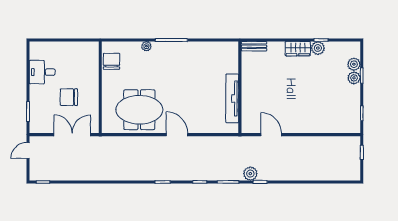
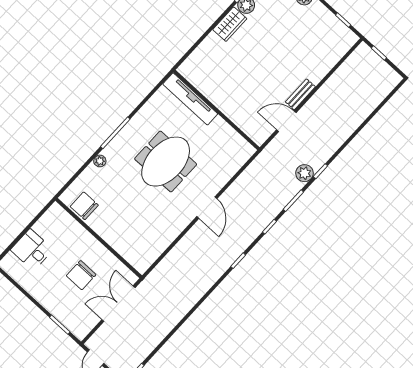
bench: (254, 46) -> (300, 94), moved
desk: (42, 72) -> (32, 250), moved, turned 90
tv unit: (232, 98) -> (190, 99), moved
meeting table: (139, 110) -> (166, 162), moved
door: (177, 135) -> (207, 208), swing flipped

